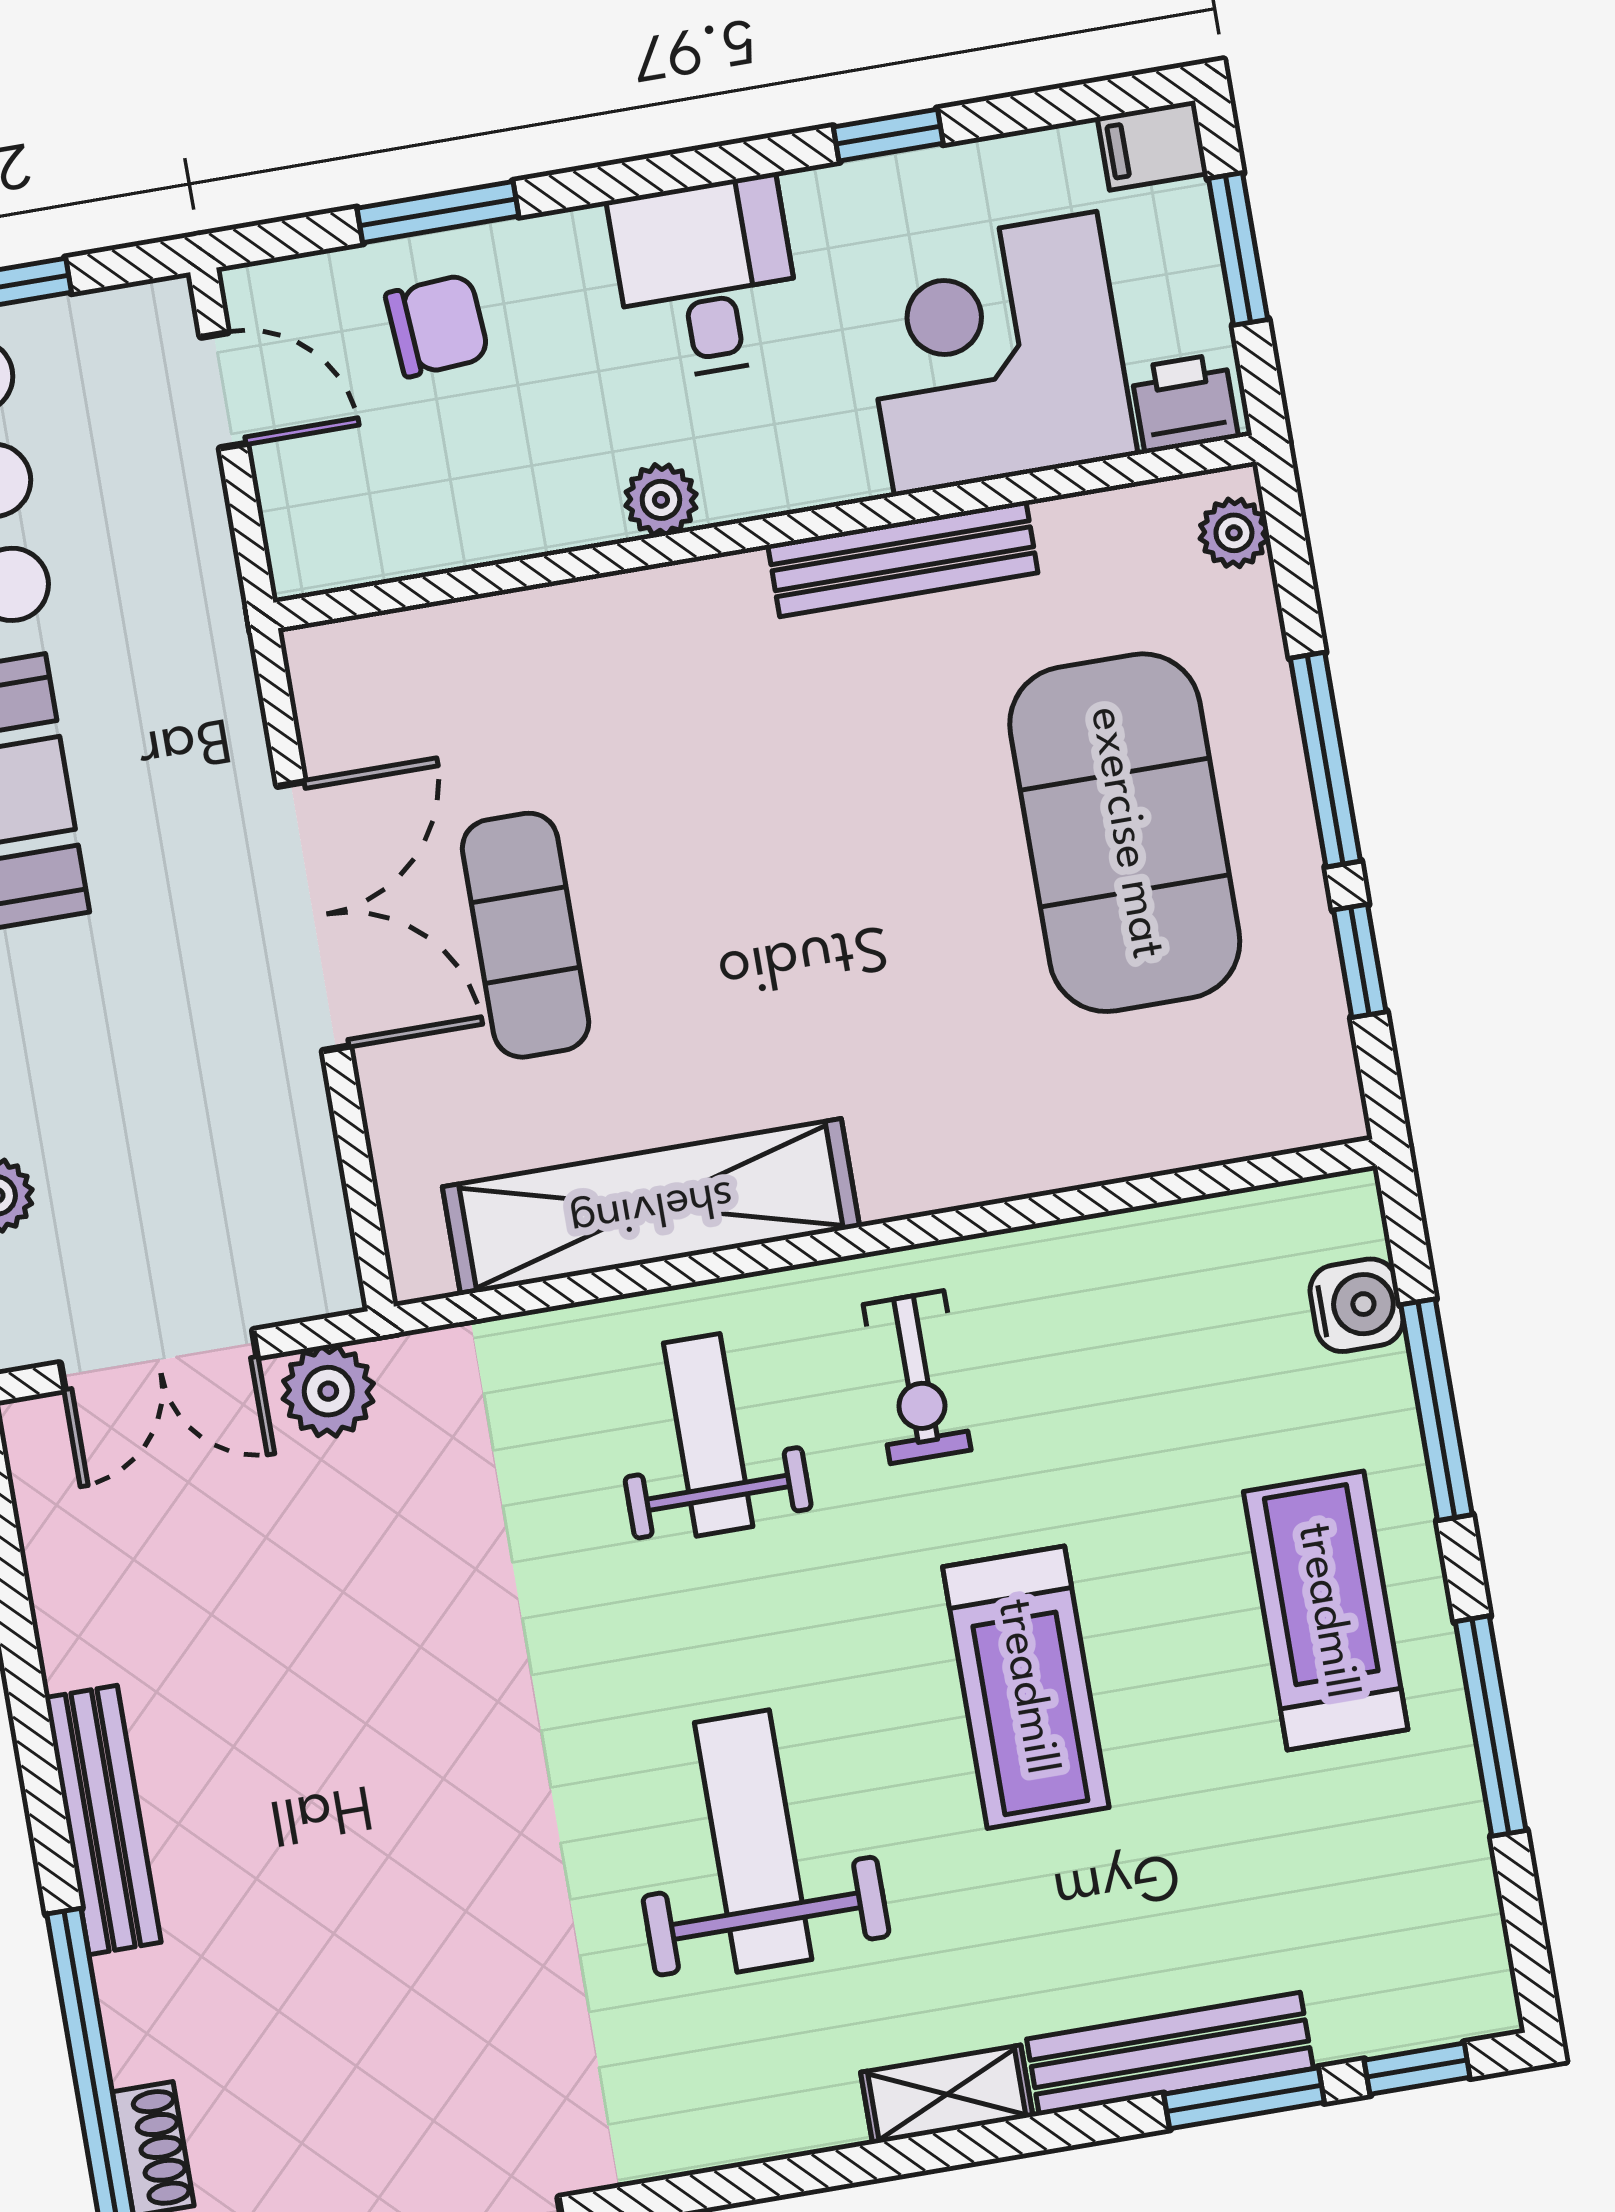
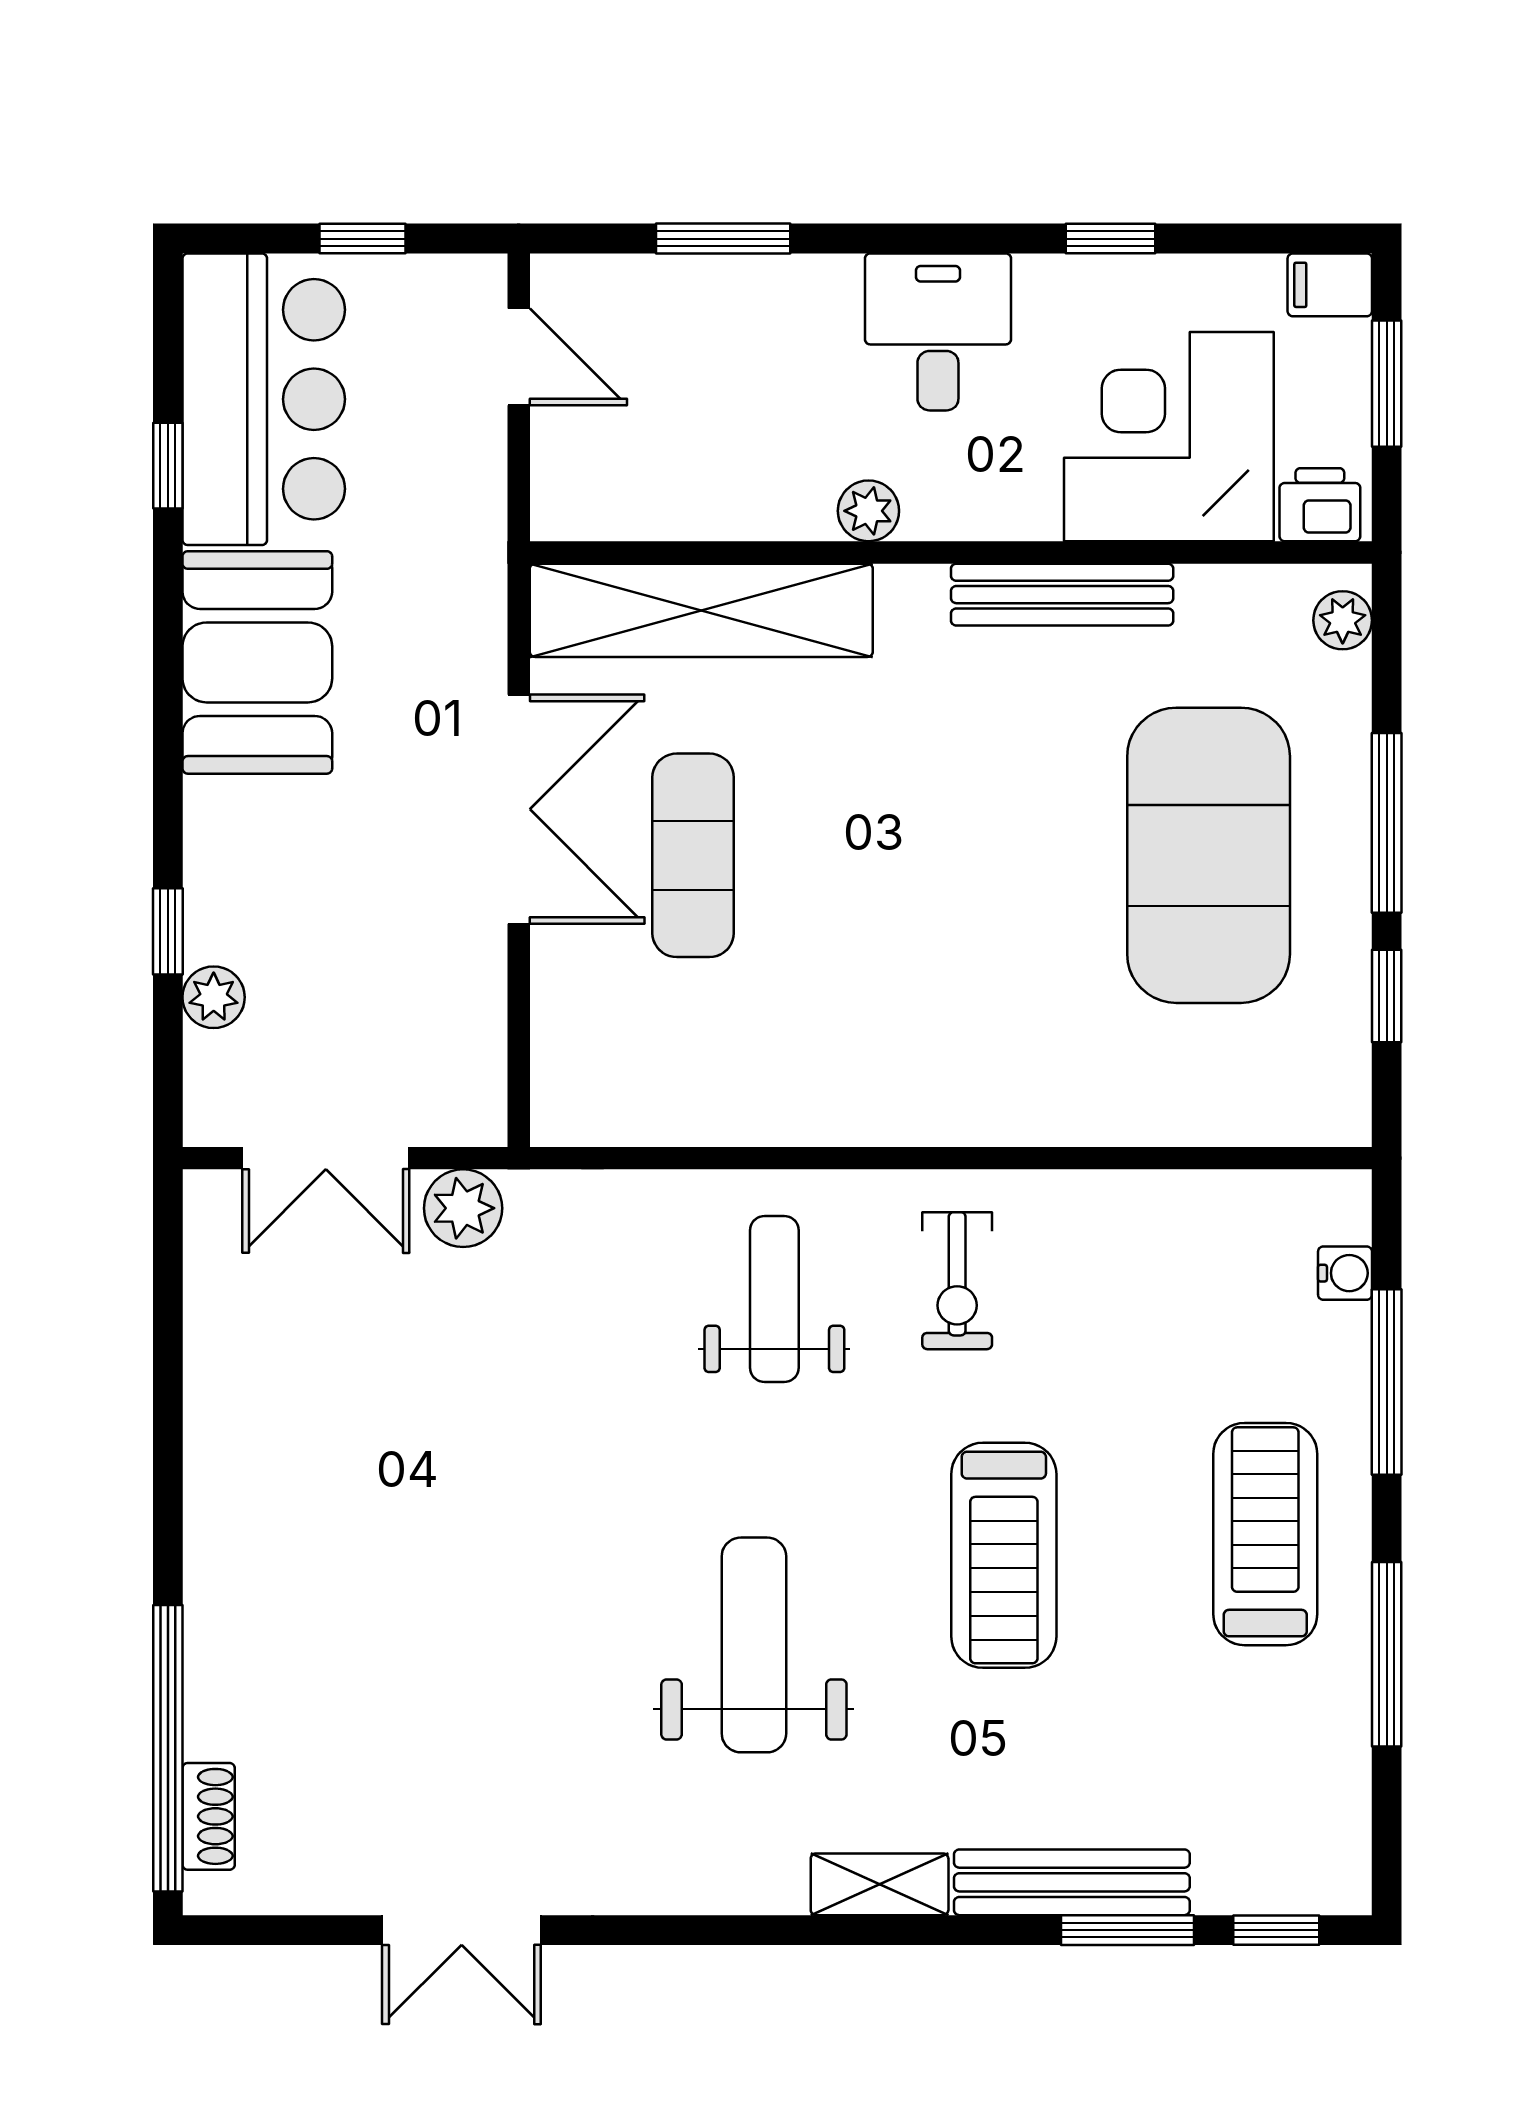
chair: (437, 325) -> (706, 333), removed
shelving: (651, 1207) -> (701, 610), moved
water cooler: (1357, 1305) -> (1345, 1273), width x0.72, depth x0.72
bench: (103, 1820) -> (214, 1534), removed

